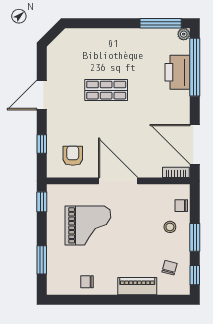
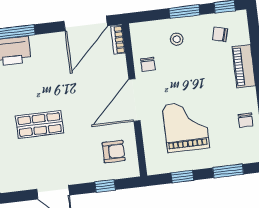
shop shelf: (106, 90) -> (40, 124), turned 90
armchair: (73, 156) -> (114, 152), turned 180
window: (42, 202) -> (182, 177), moved
chair: (181, 206) -> (148, 64), moved

